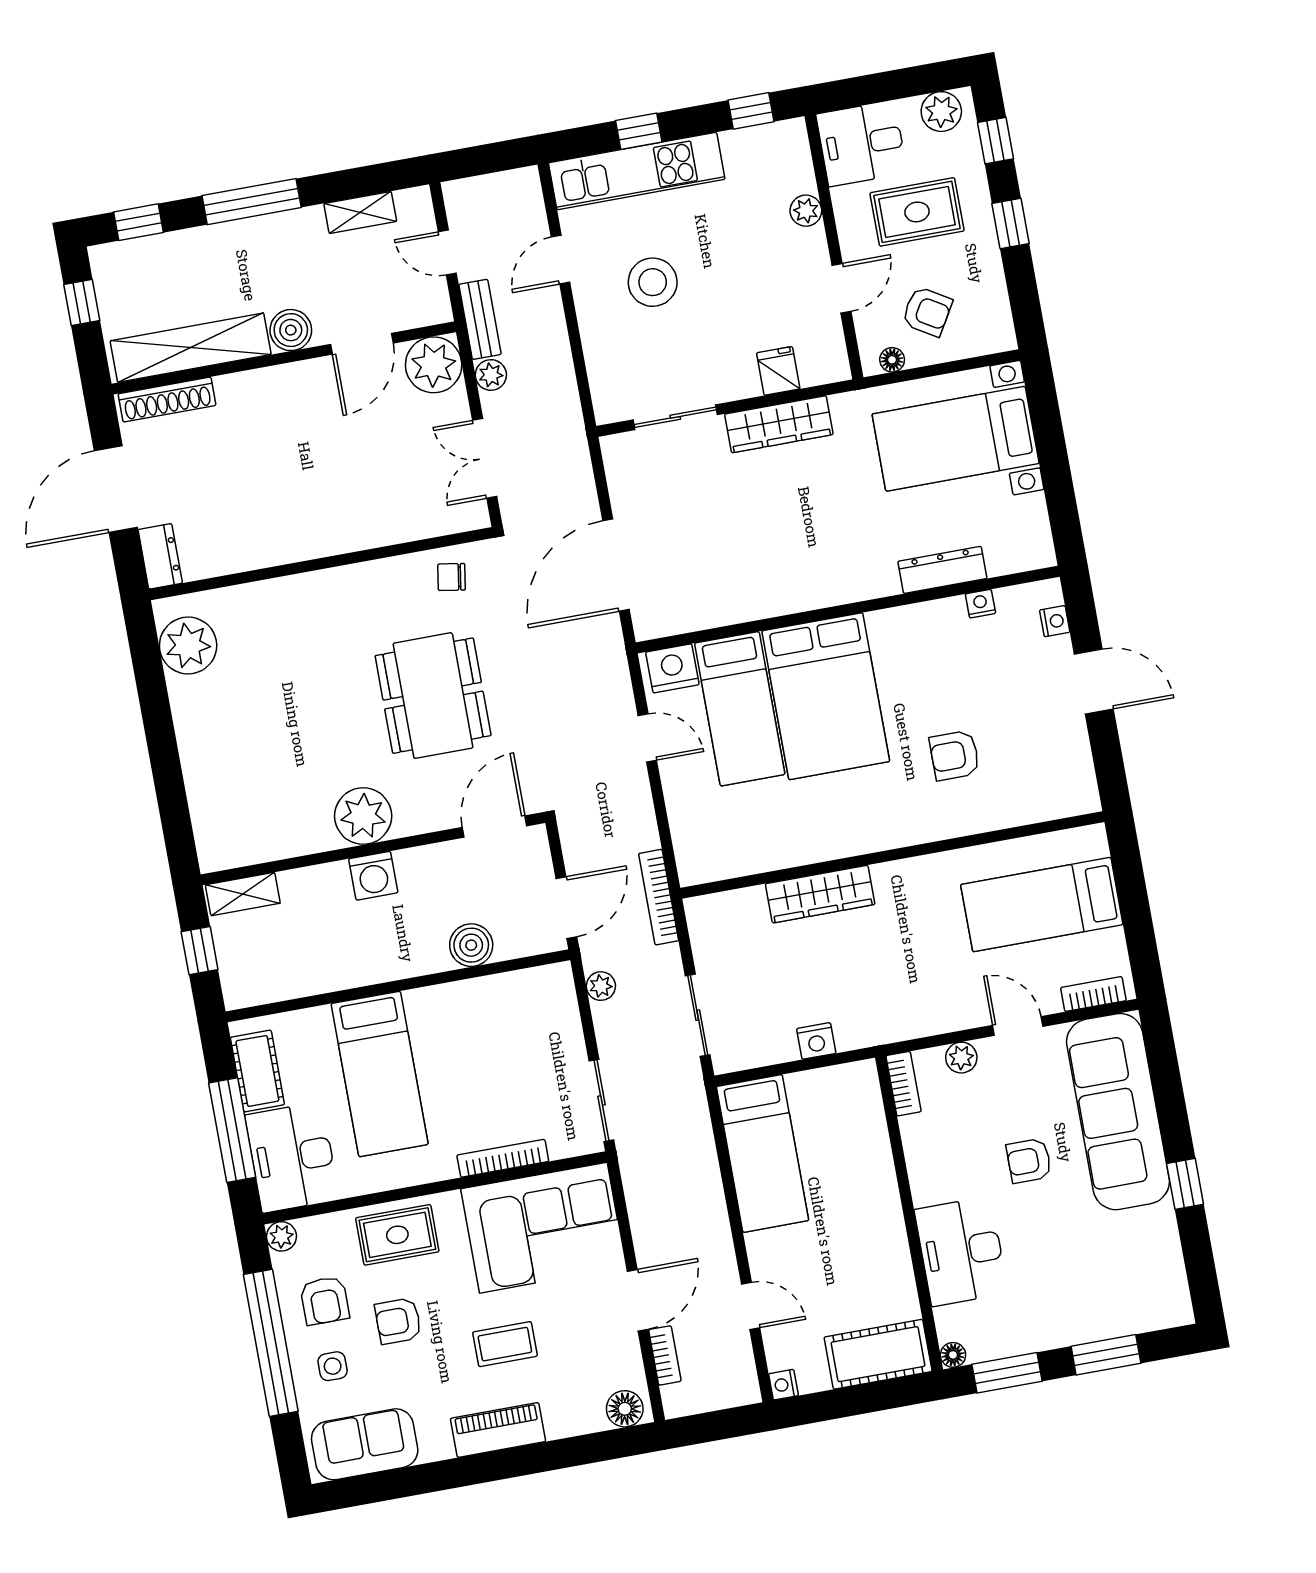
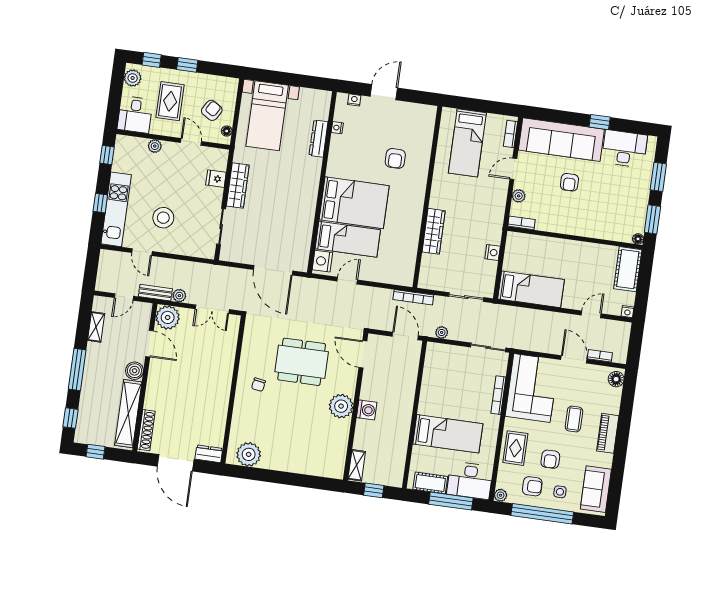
chair: (452, 577) -> (258, 385), moved
boiler: (471, 945) -> (408, 380), removed
desk: (961, 1251) -> (624, 149), moved, turned 180

